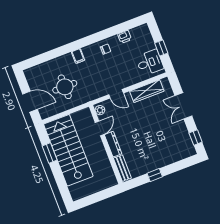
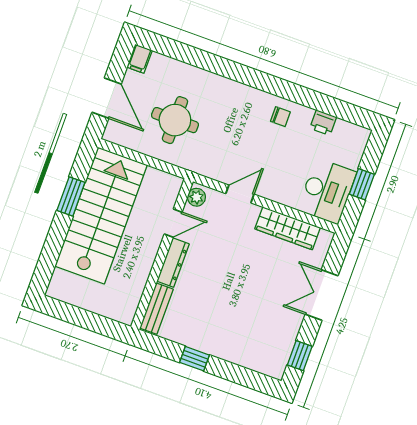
filing cabinet: (78, 56) -> (140, 59), moved
desk: (150, 63) -> (327, 191), width x1.37
door: (116, 94) -> (240, 194), swing flipped

